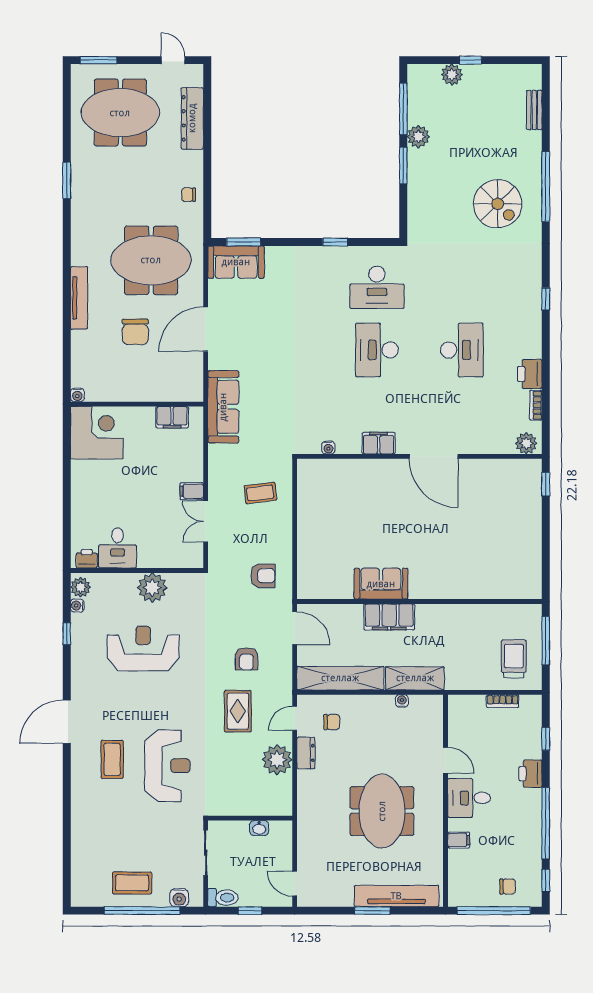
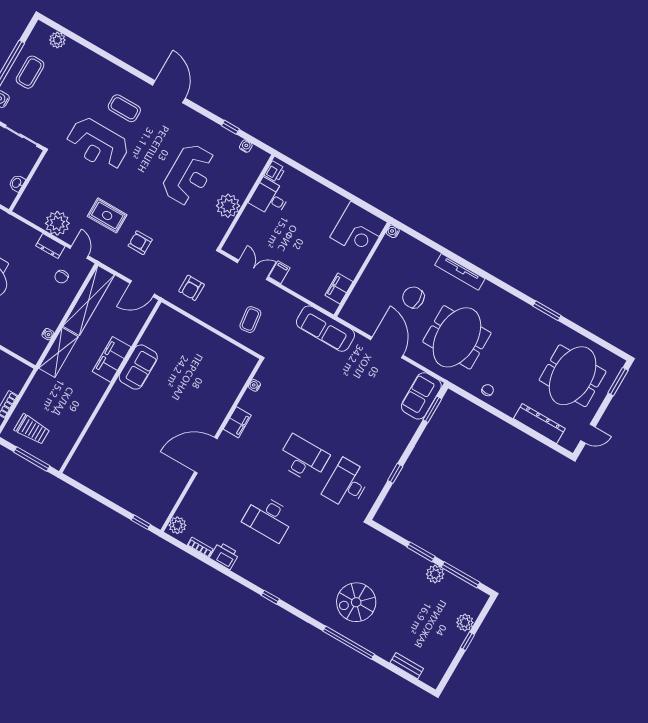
plant: (81, 587) -> (57, 40), moved

